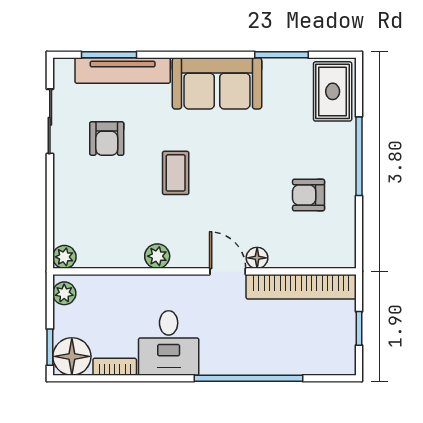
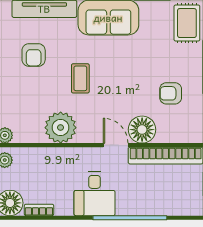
plant: (157, 256) -> (61, 128), width x1.87, depth x1.87
floor lamp: (257, 258) -> (142, 130), width x1.89, depth x1.89
desk: (169, 343) -> (95, 194), moved

